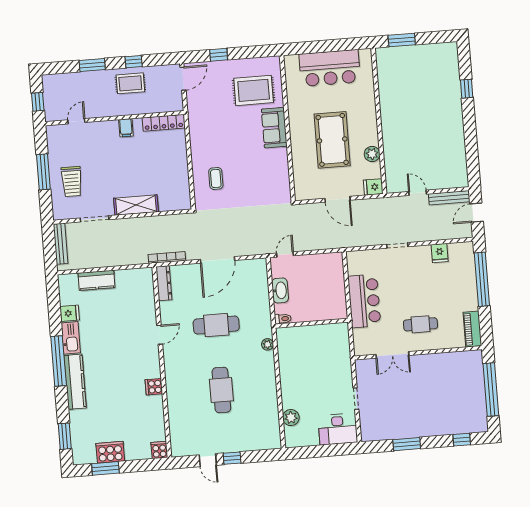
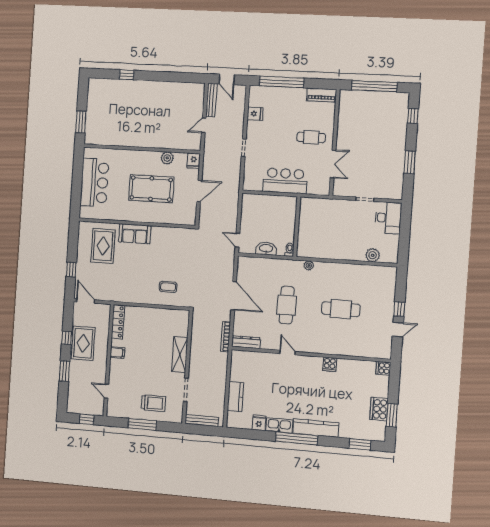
rug: (130, 83) -> (83, 343), width x1.36, depth x1.43
cafe table: (421, 324) -> (311, 137), turned 90

